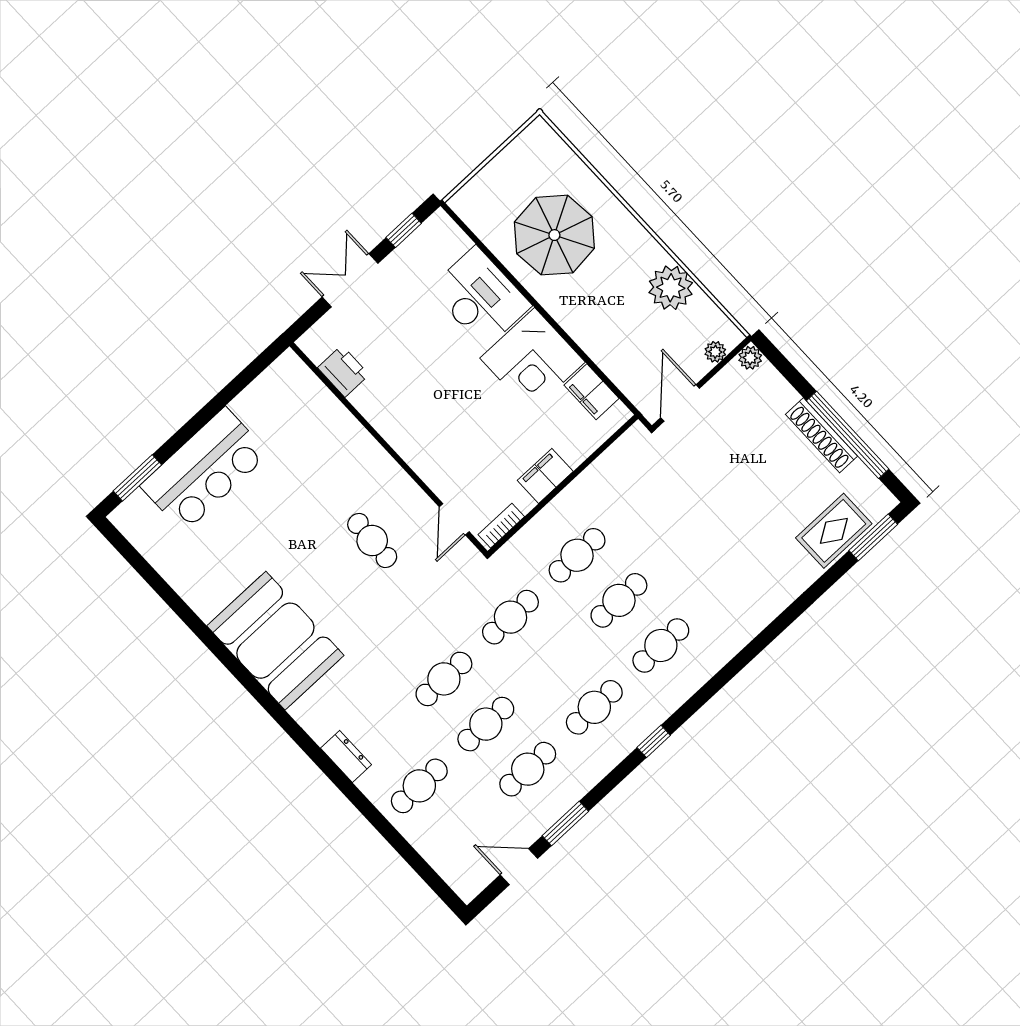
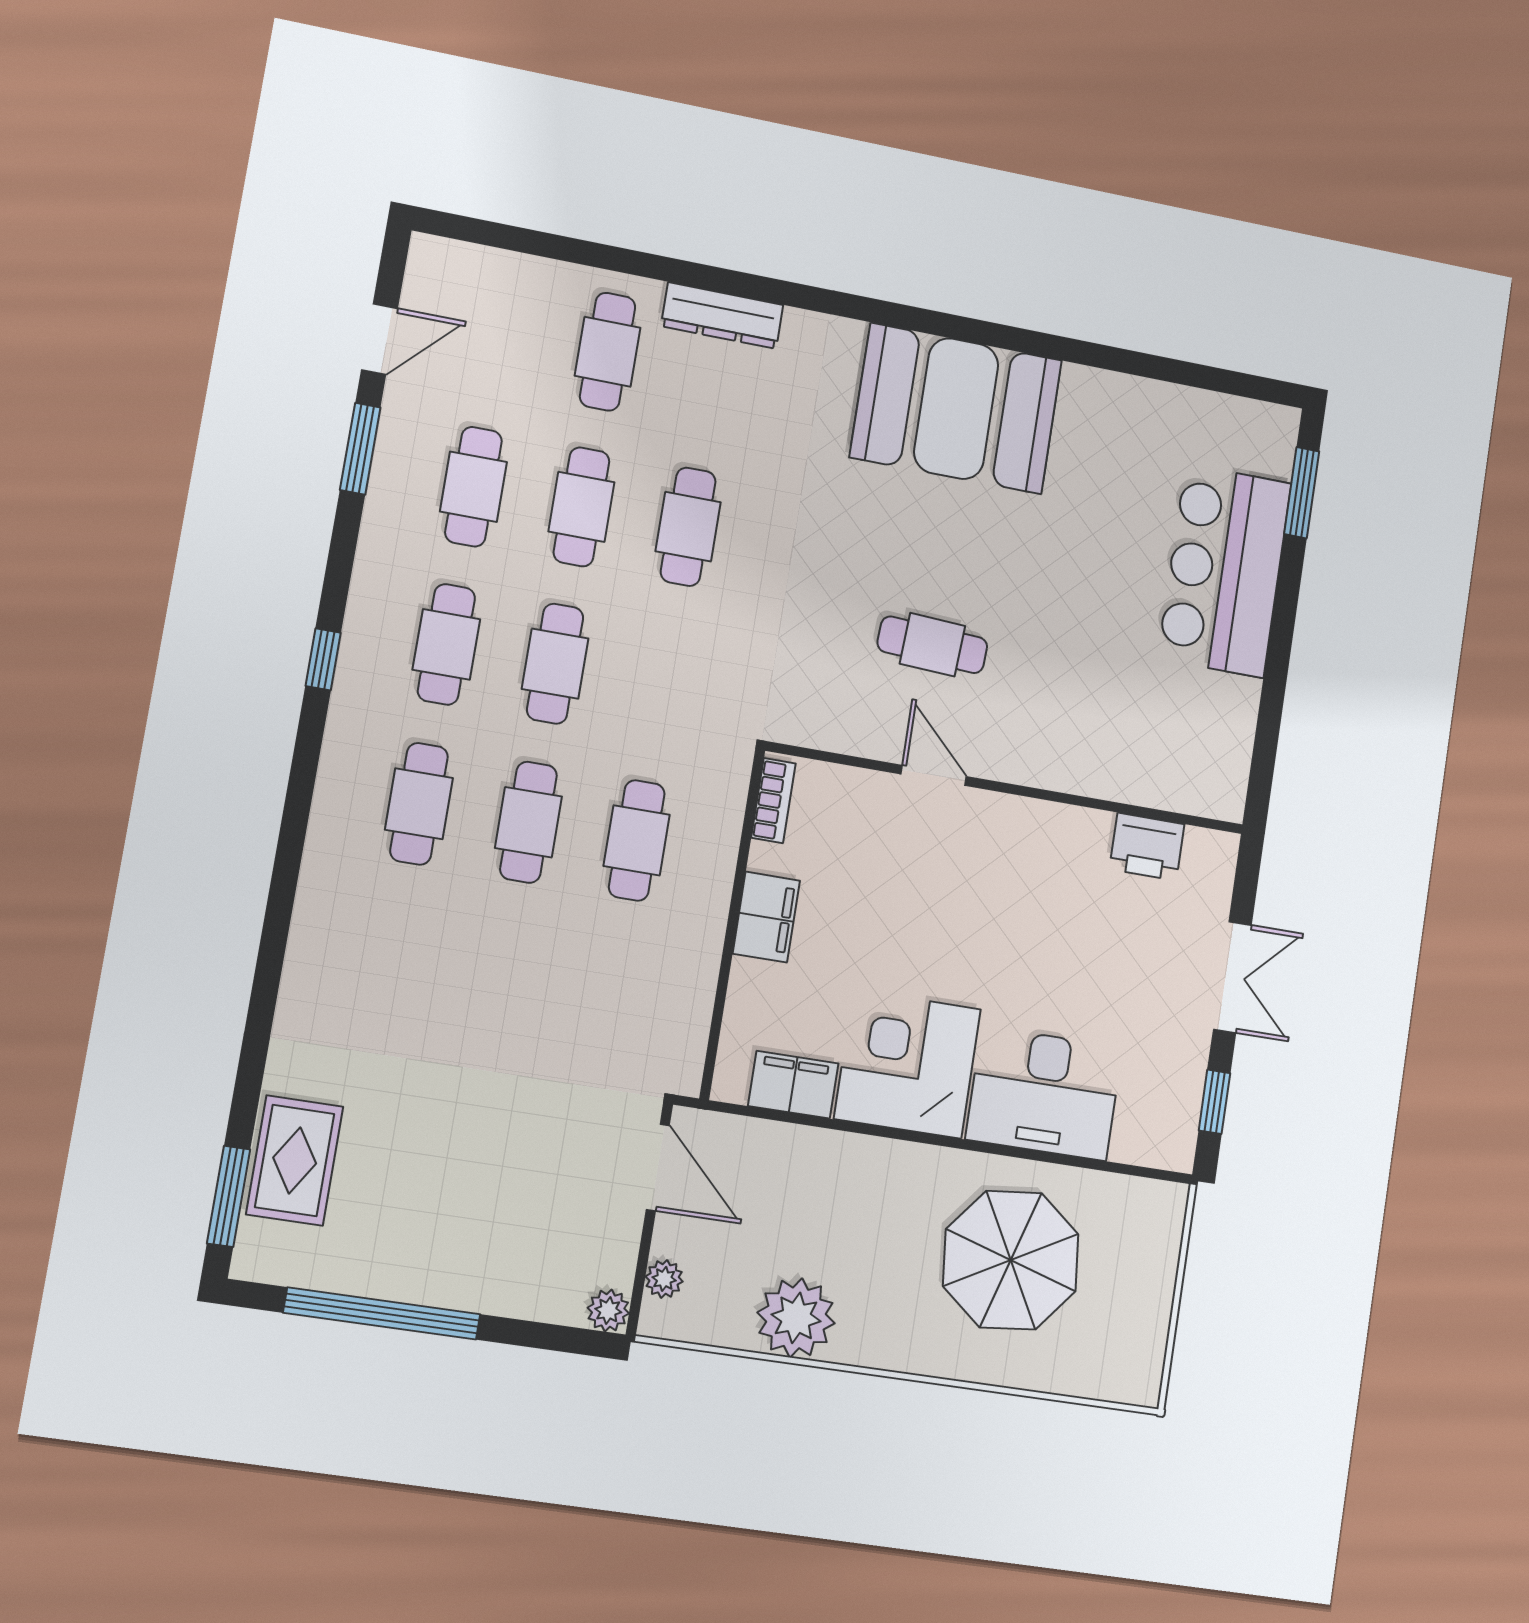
shoe rack: (822, 435) -> (420, 1283), removed
door: (454, 519) -> (934, 775), moved
cafe table: (510, 617) -> (555, 664), moved
dresser: (346, 756) -> (722, 316), width x1.44

